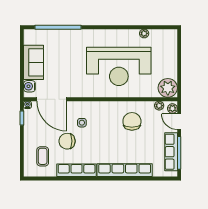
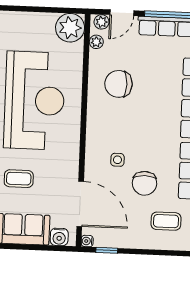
coffee table: (67, 58) -> (19, 179), added
door: (52, 99) -> (80, 204), hinge flipped

